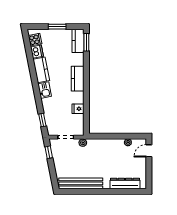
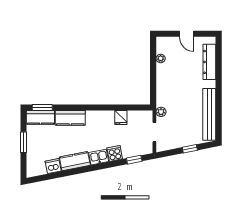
cooker: (35, 40) -> (115, 153), moved
kitchen counter: (78, 79) -> (70, 118), moved
door: (149, 151) -> (187, 34), moved
window: (49, 152) -> (190, 149), moved

